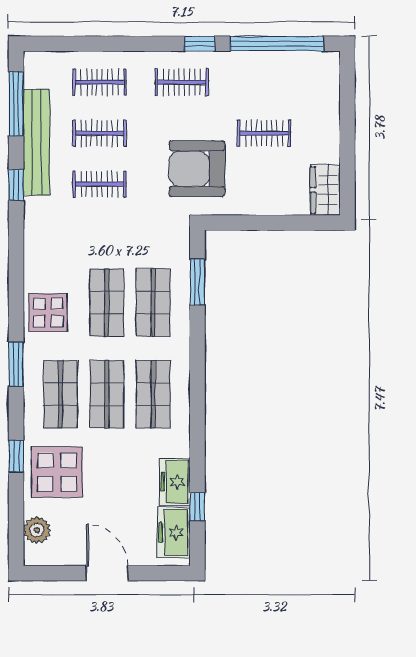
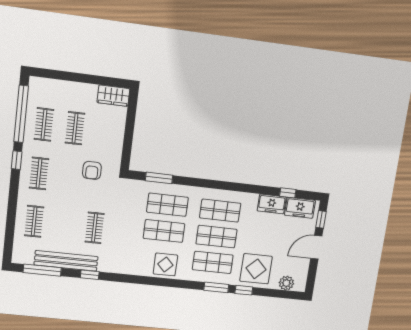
clothes rail: (99, 133) -> (44, 124), moved
armchair: (197, 169) -> (92, 170), width x0.53, depth x0.53
window: (16, 364) -> (216, 287), moved
window: (158, 573) -> (321, 219), added

